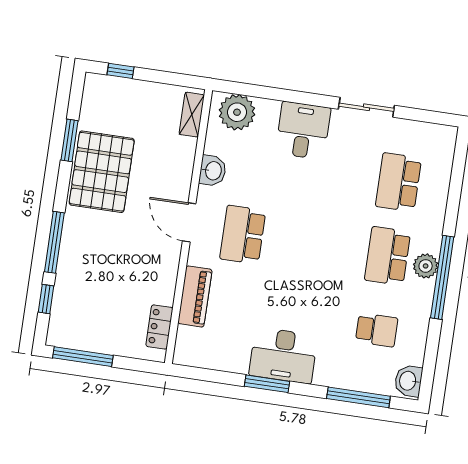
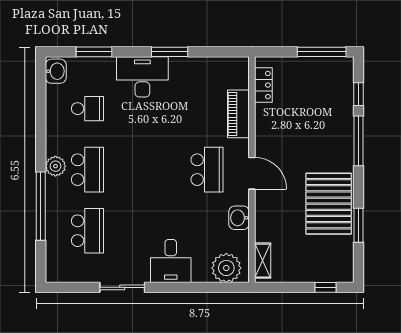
window: (442, 277) -> (41, 206), moved
school desk: (377, 330) -> (87, 109), turned 180
desk: (283, 355) -> (142, 77), moved
window: (358, 397) -> (94, 52), width x0.69

